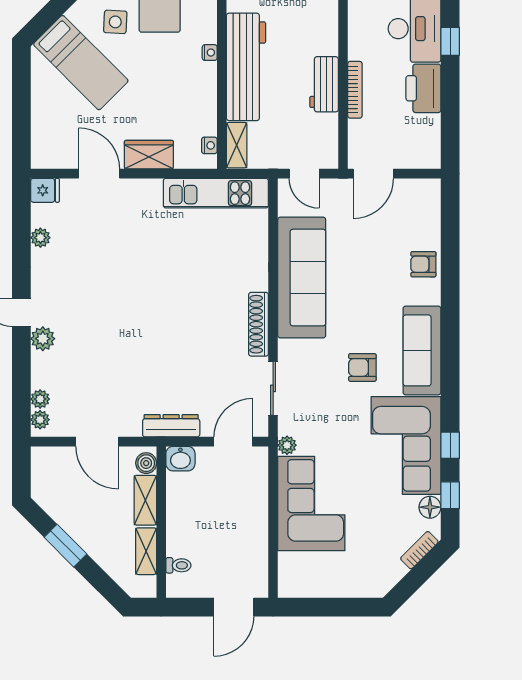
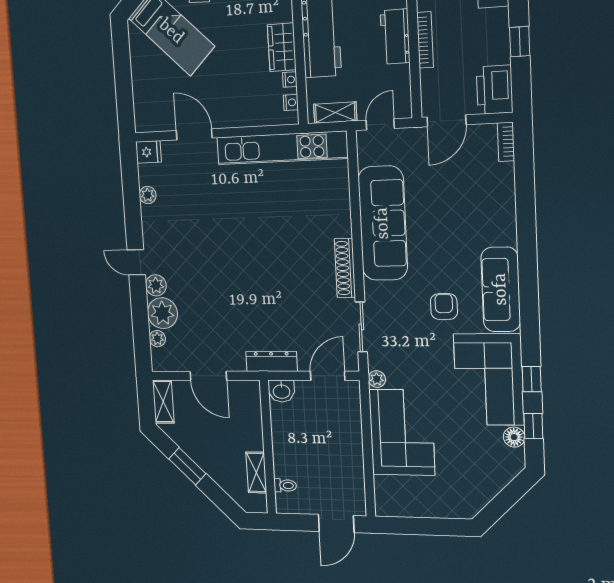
nightstand: (210, 53) -> (290, 80), moved
printer: (423, 88) -> (495, 90), moved
window: (450, 98) -> (520, 42), added
shelving: (237, 145) -> (335, 113), moved, turned 90
wardrobe: (149, 155) -> (282, 47), moved, turned -90
door: (304, 174) -> (380, 124), swing flipped
kitchen unit: (216, 193) -> (282, 148), width x1.36
armchair: (423, 264) -> (499, 207), removed
armchair: (362, 367) -> (444, 307), turned 90
plant: (40, 420) -> (162, 313), moved, width x1.88, depth x1.88
boiler: (146, 463) -> (252, 395), removed
shelving: (145, 500) -> (163, 402), moved
bookcase: (419, 550) -> (506, 142), moved, turned -45

